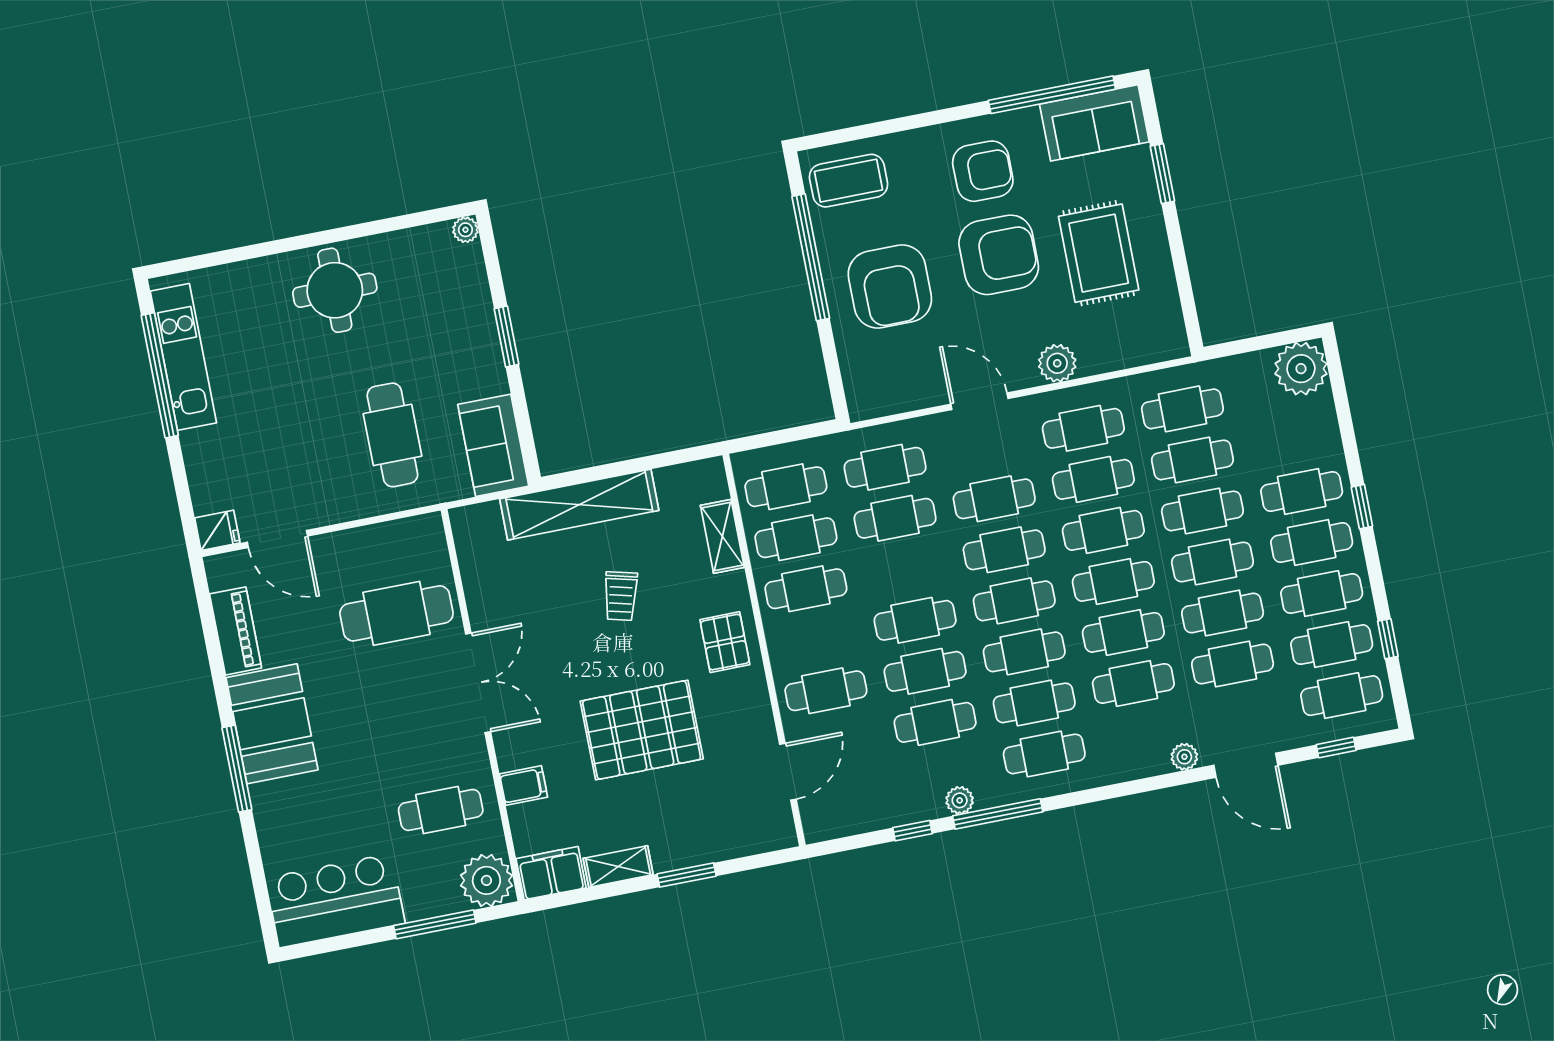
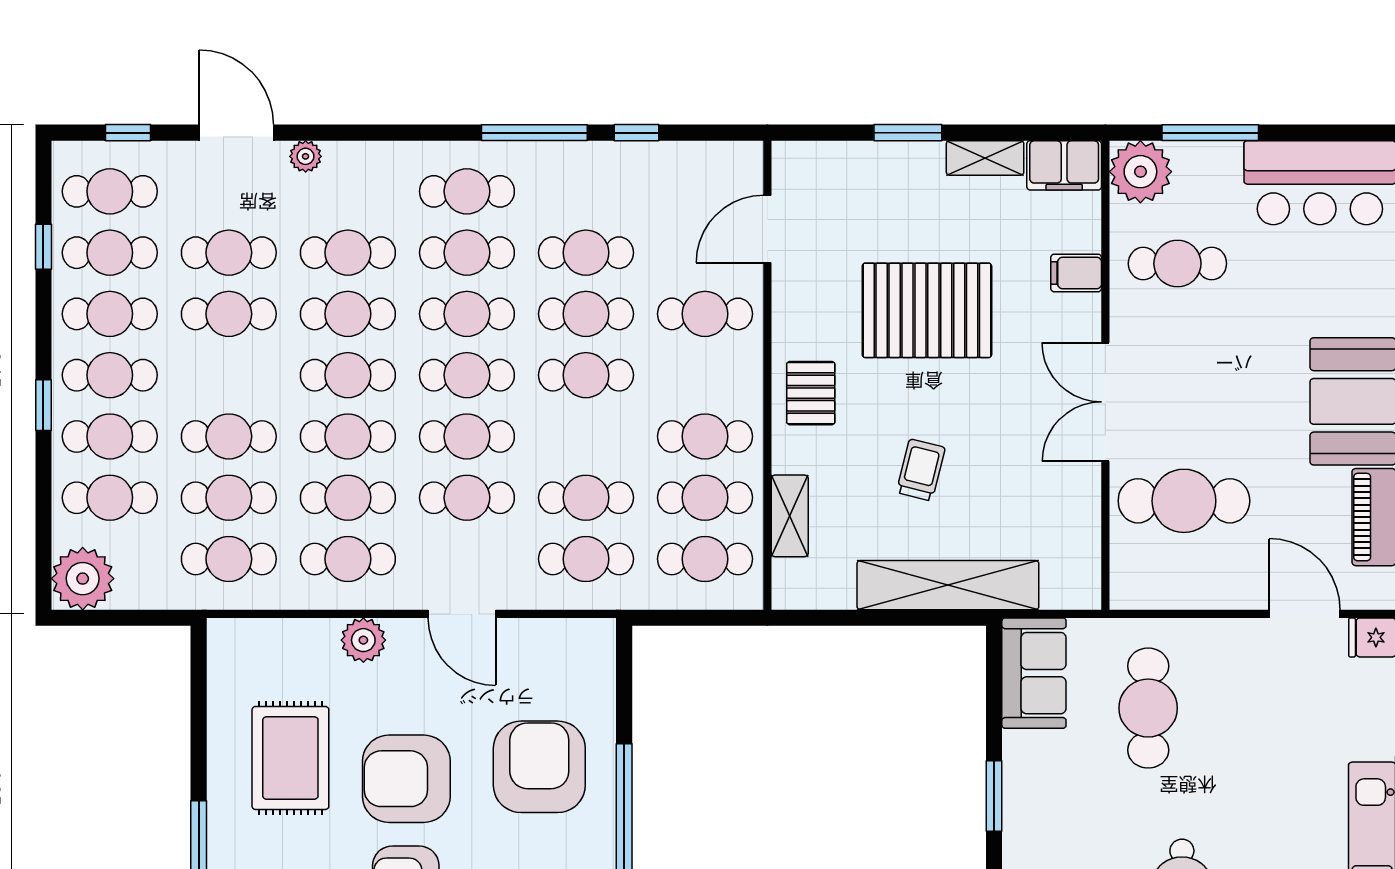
cafe table: (1212, 562) -> (110, 498), moved
plant: (960, 800) -> (575, 157), removed

